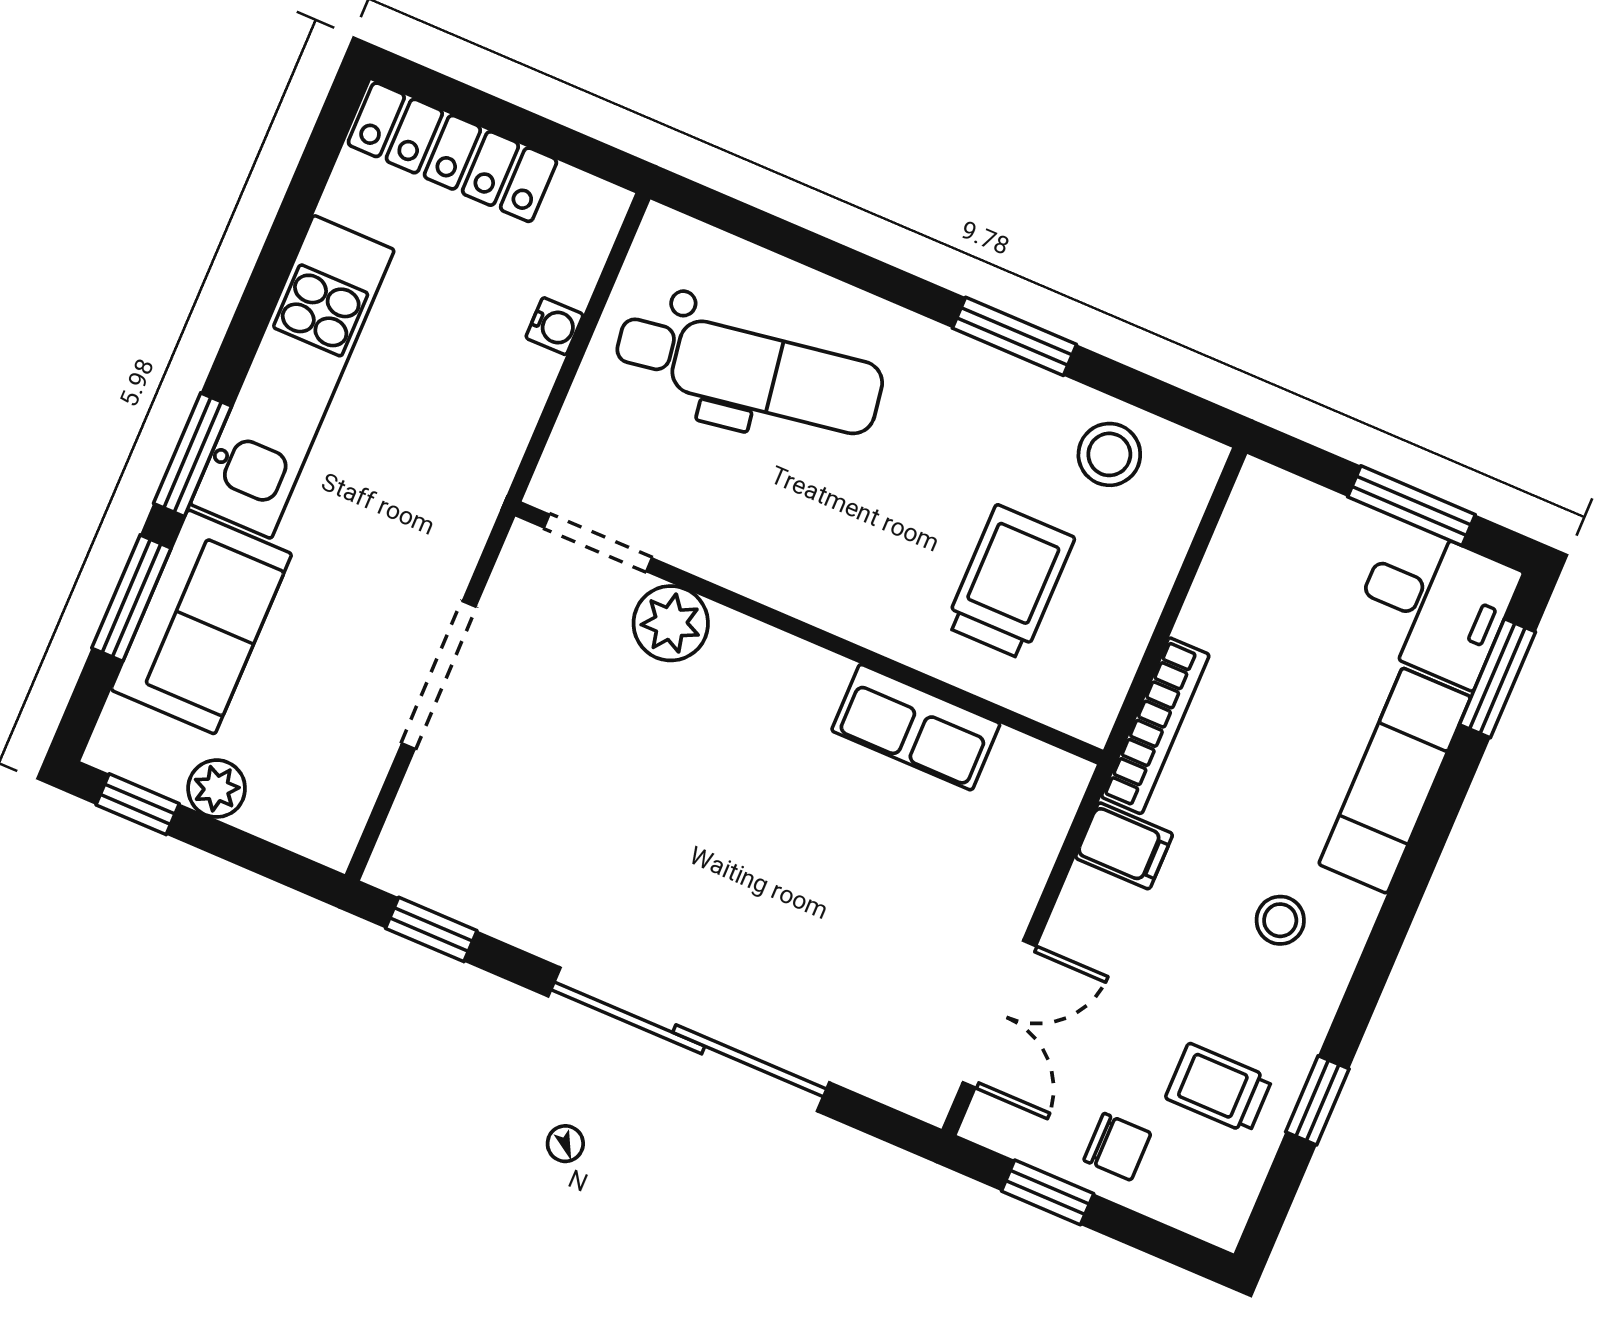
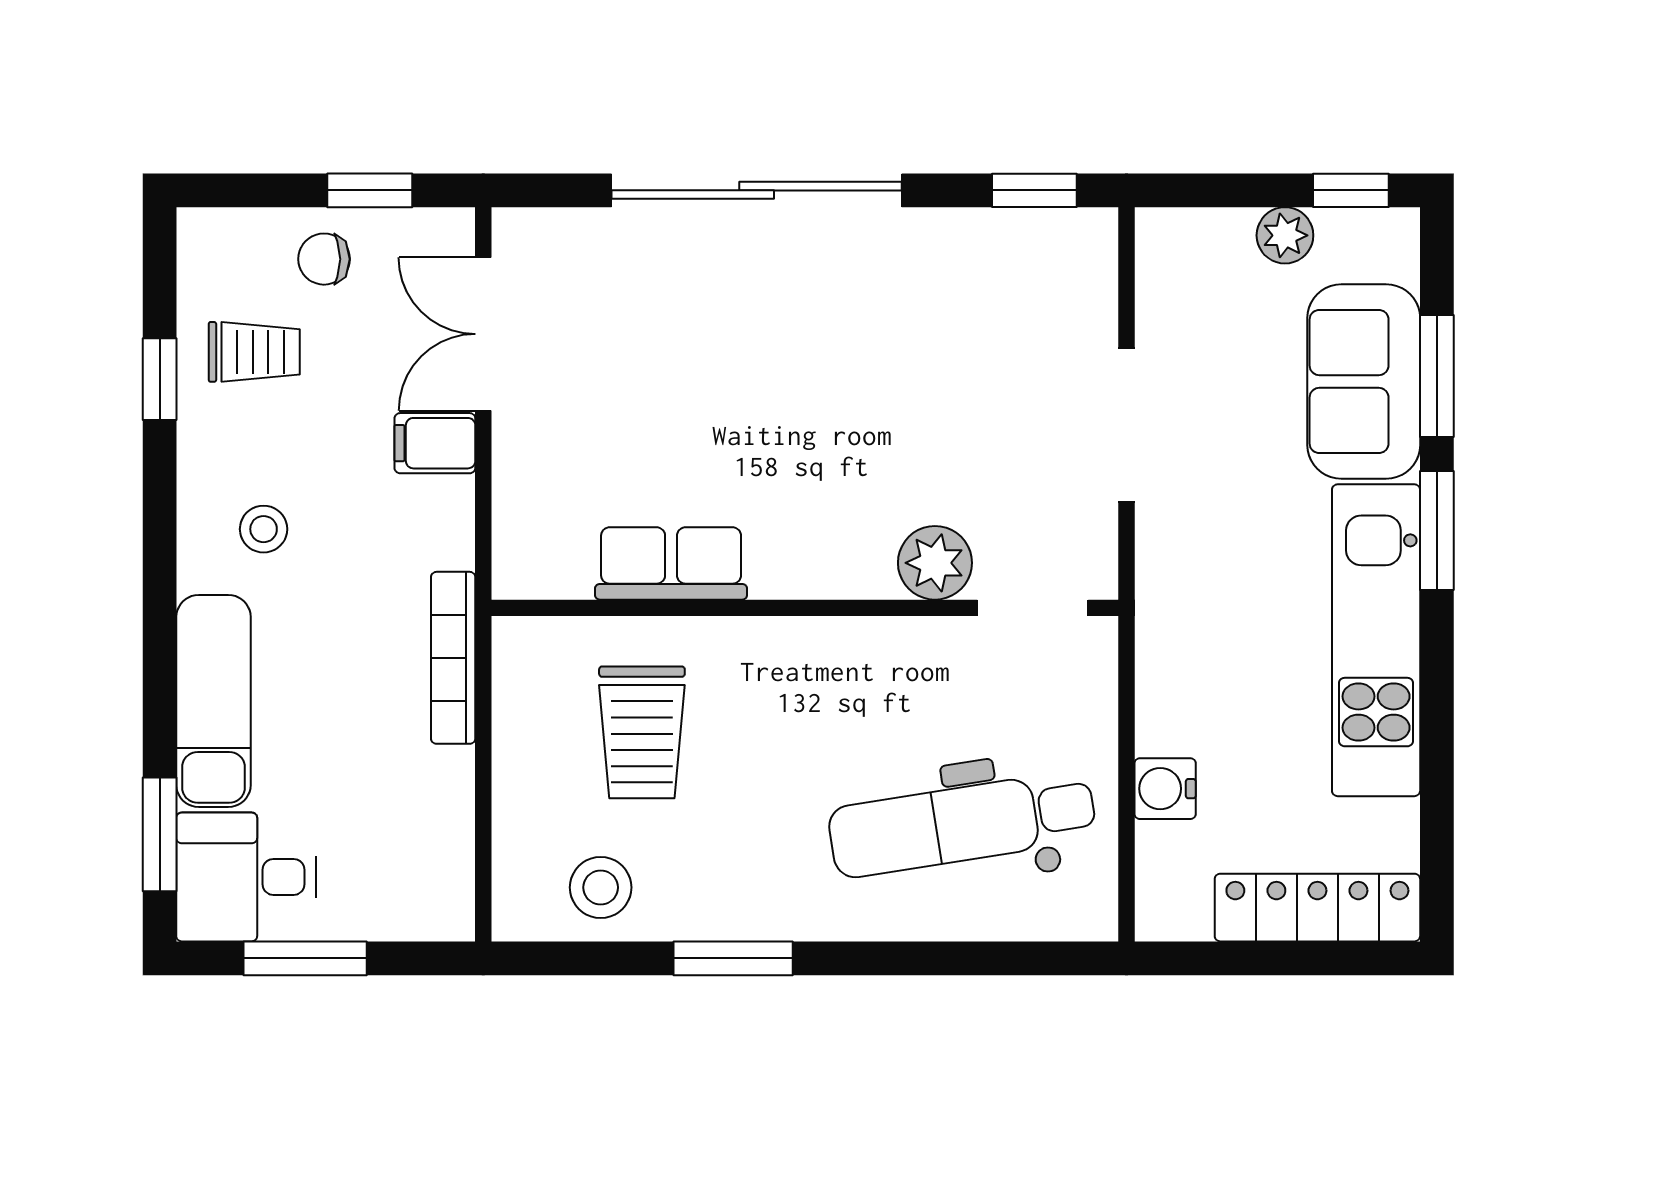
water cooler: (554, 326) -> (1165, 789), width x1.38, depth x1.38
filing cabinet: (1124, 846) -> (435, 443), moved

